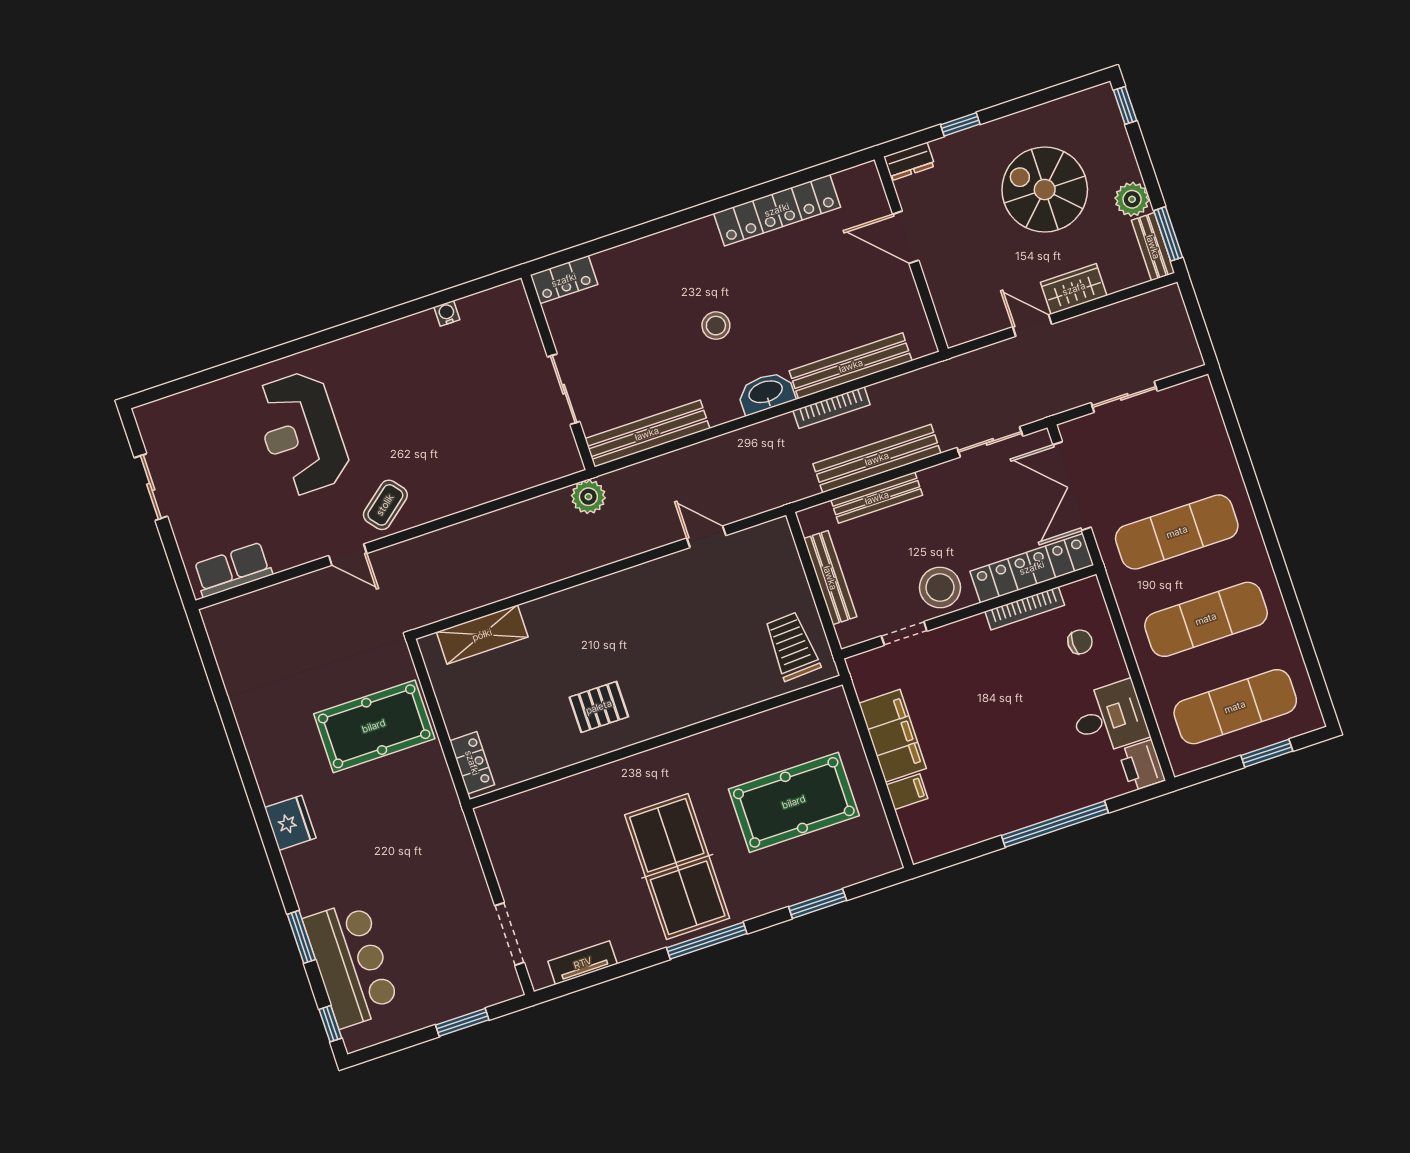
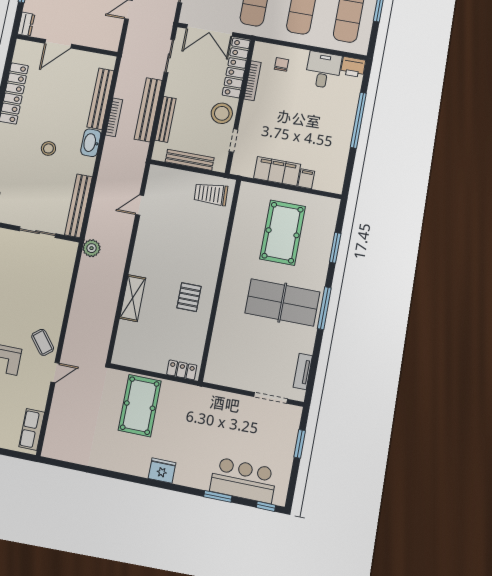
shelving: (482, 635) -> (133, 298), moved

